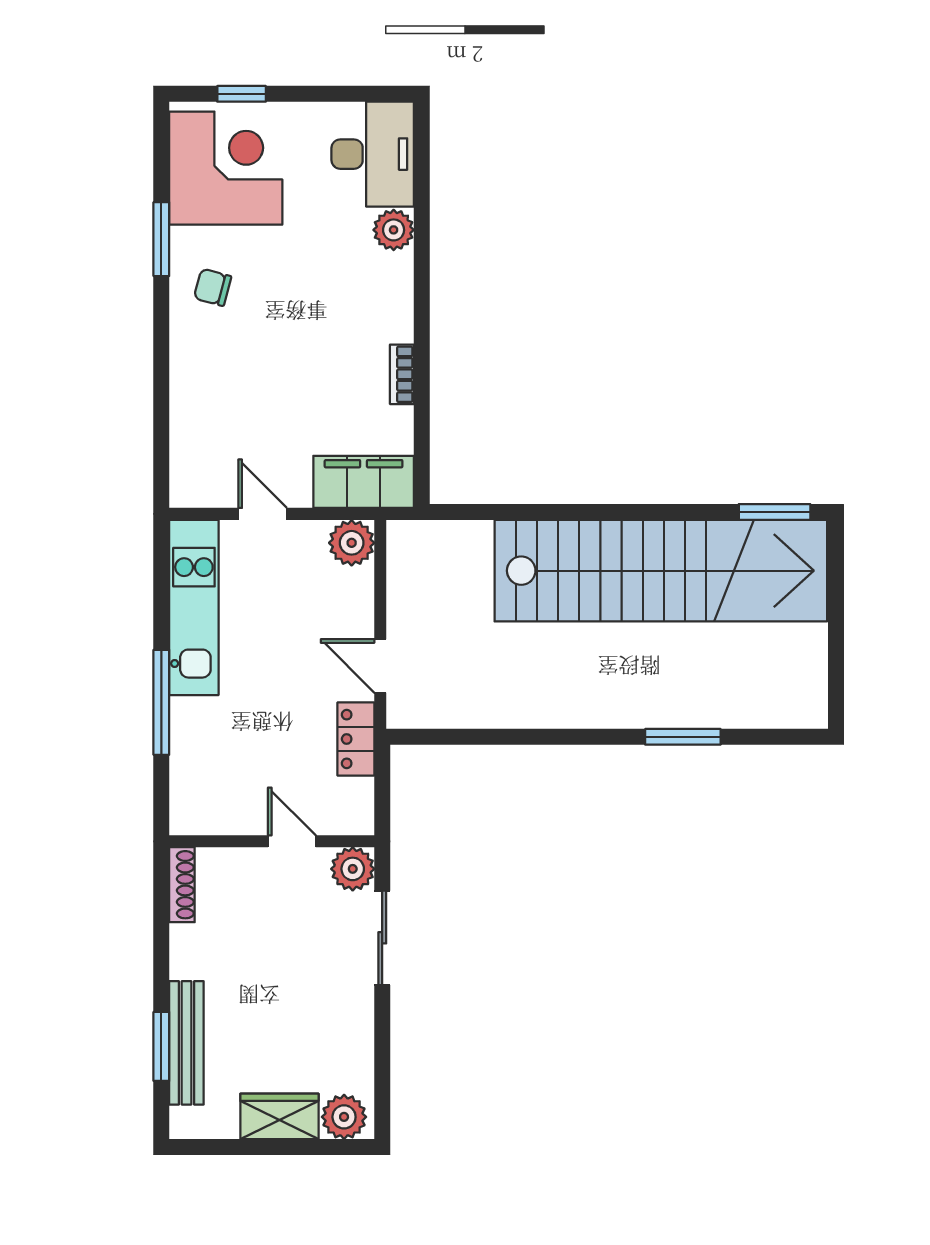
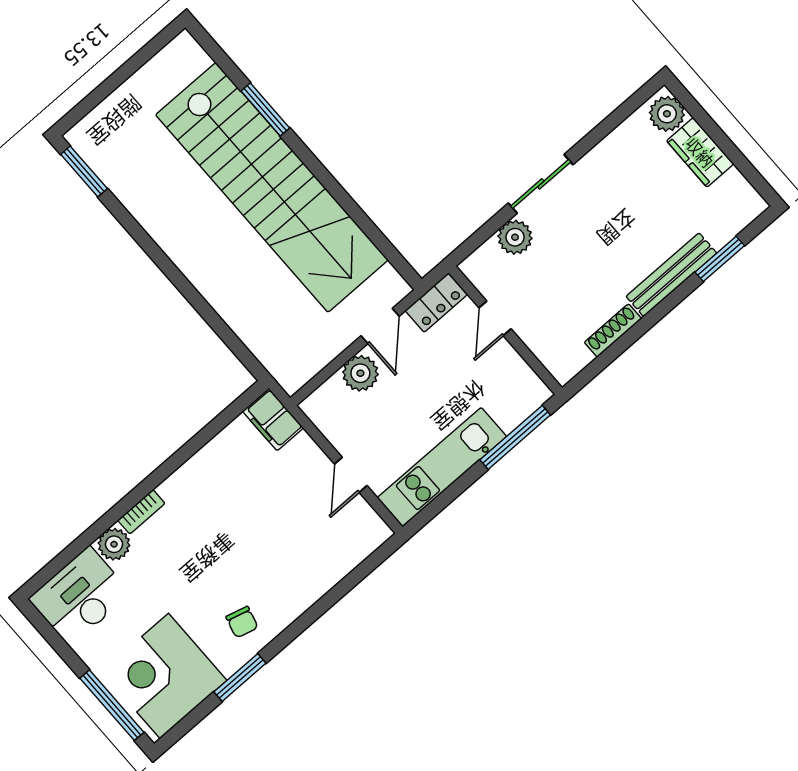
window: (242, 94) -> (112, 705), width x2.17
bookcase: (402, 374) -> (141, 512), moved
filing cabinet: (364, 482) -> (273, 420), width x0.67, depth x0.86
plant: (352, 543) -> (360, 373), moved
stairs: (661, 571) -> (272, 187), moved, turned 180
wall: (272, 841) -> (505, 330), moved
door: (292, 841) -> (495, 318), moved
bench: (186, 1043) -> (671, 275), moved

